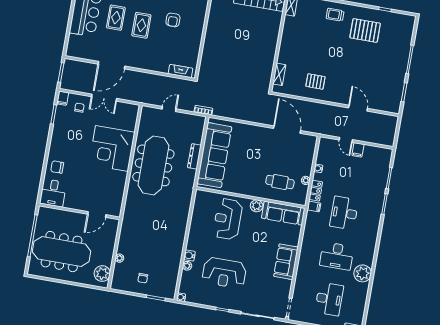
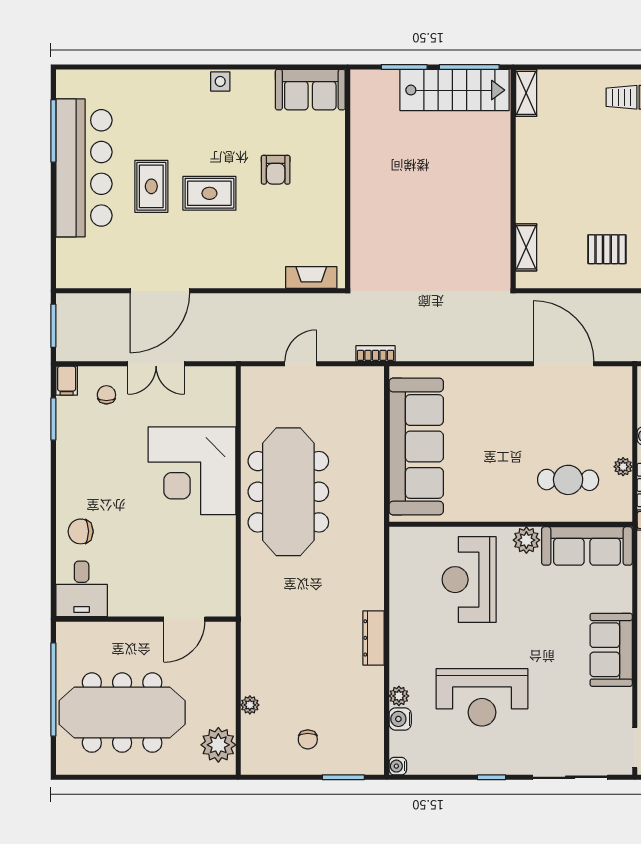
rug: (141, 25) -> (209, 193), turned 90
dresser: (194, 156) -> (374, 638), moved
water cooler: (189, 256) -> (400, 719), moved

